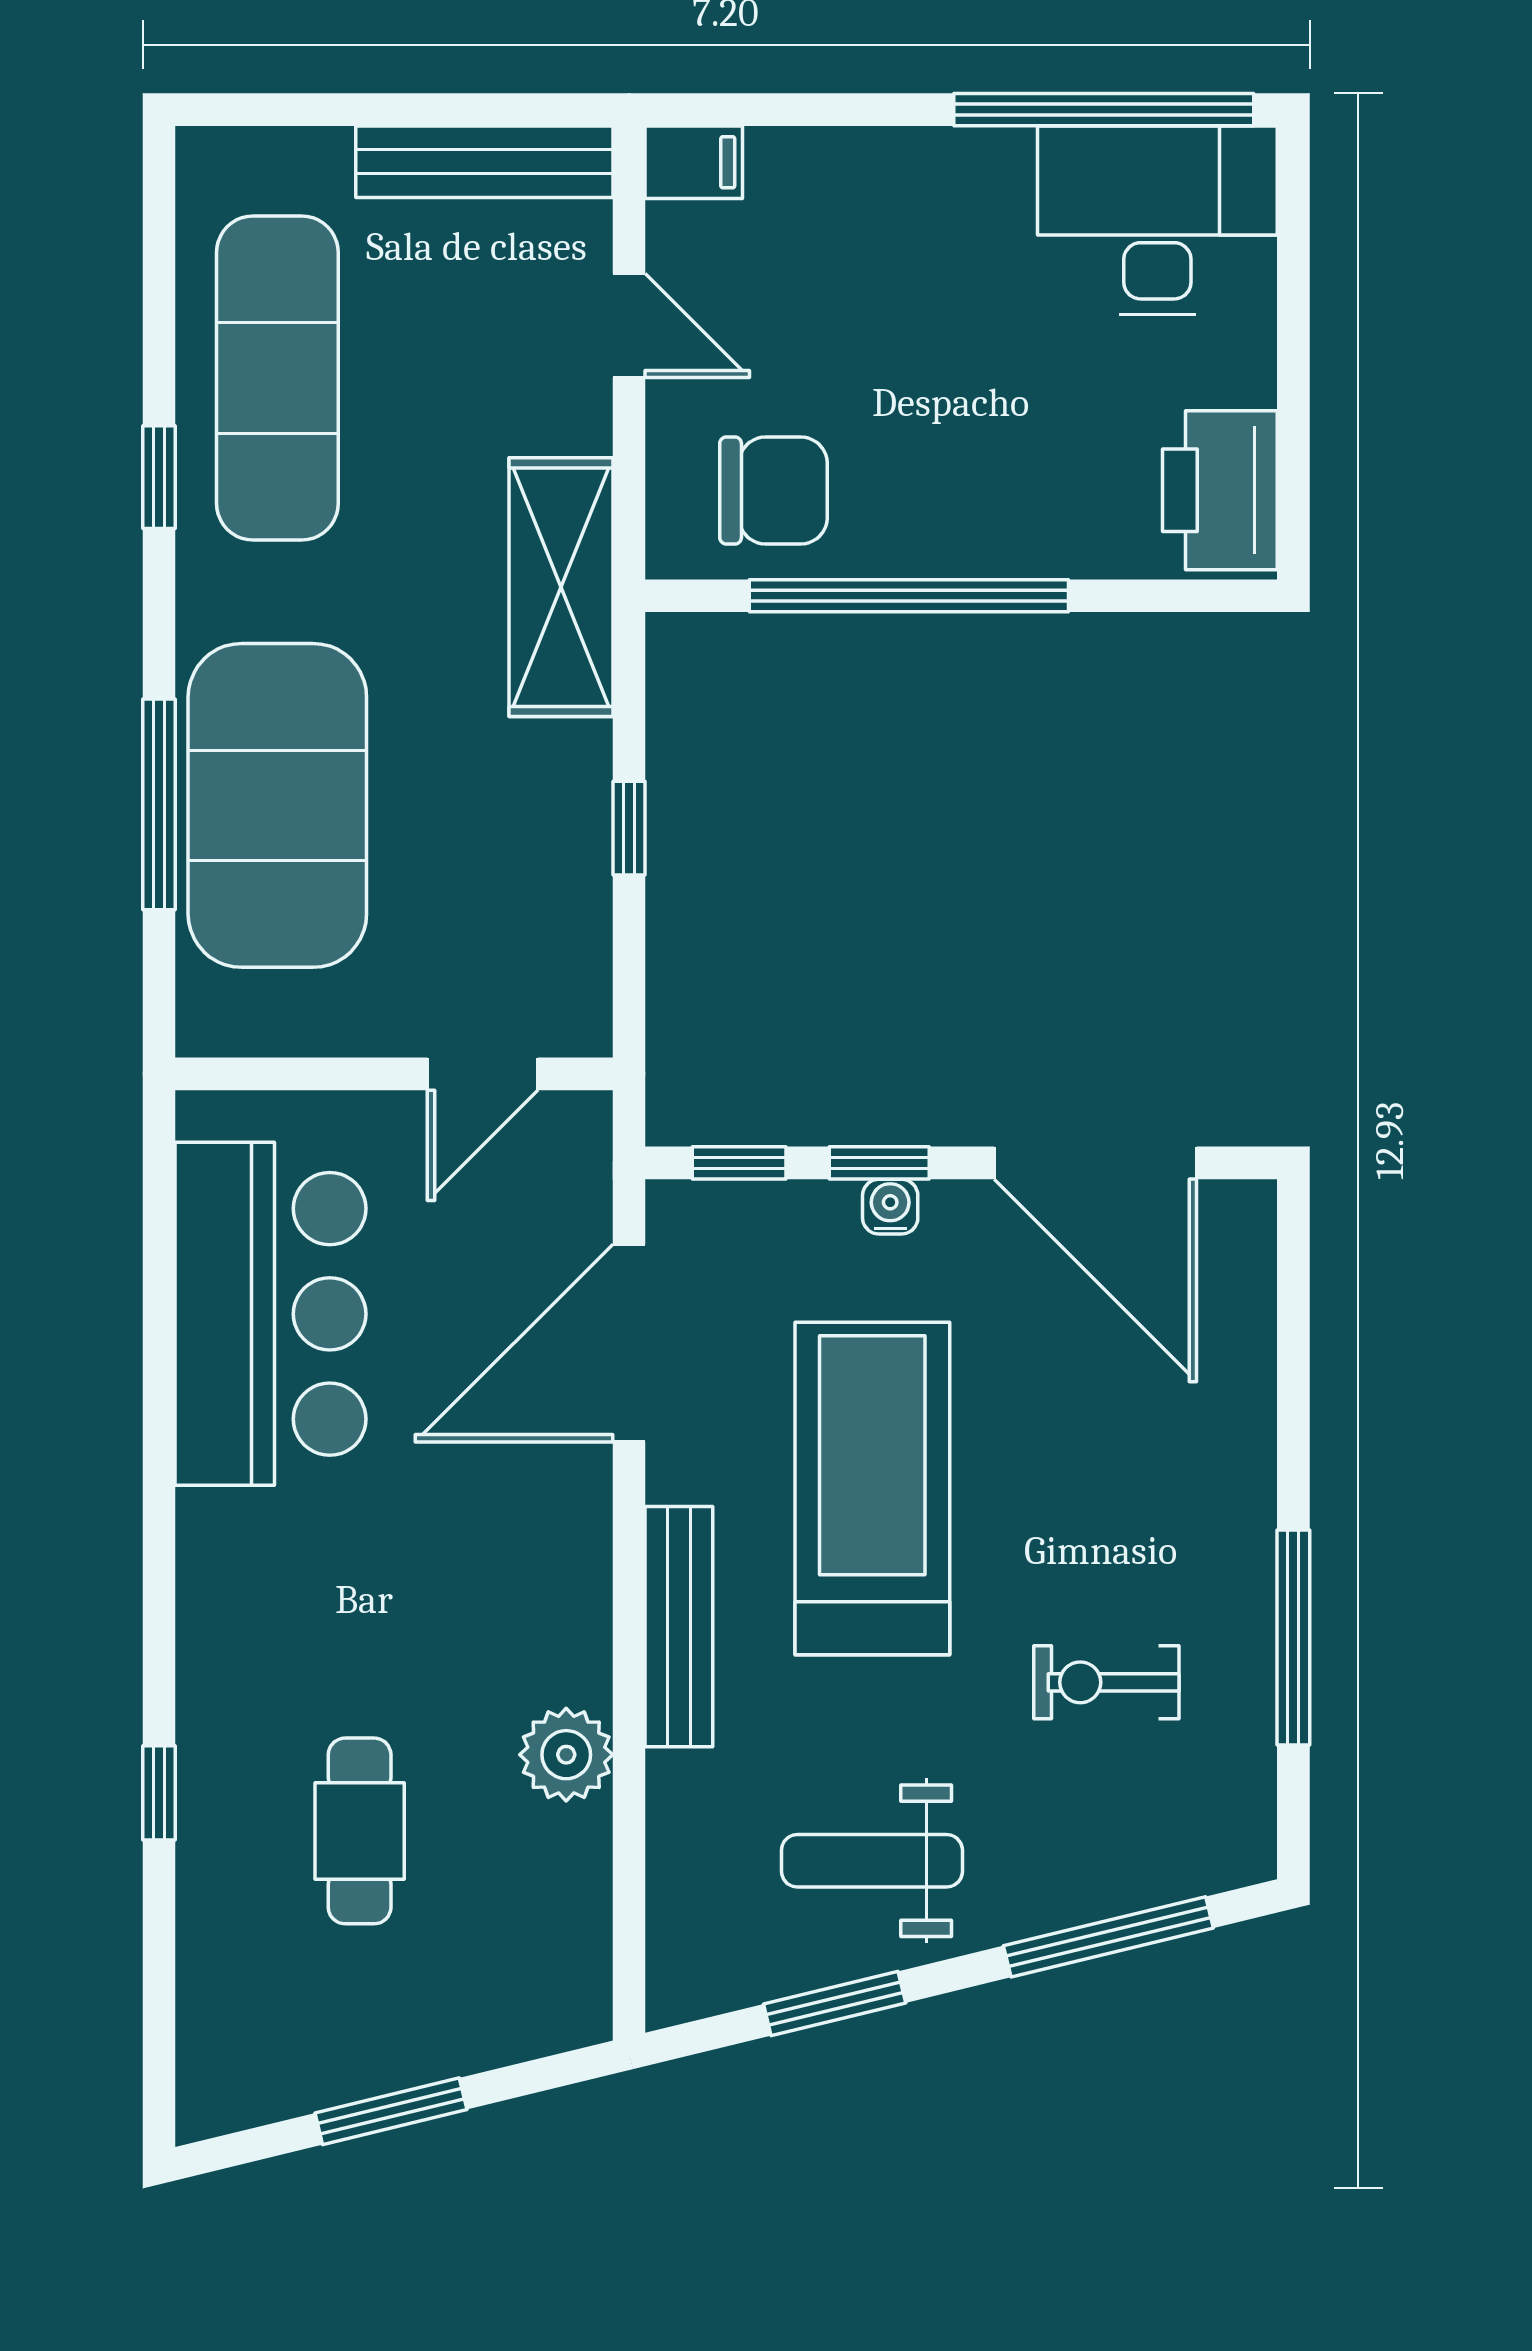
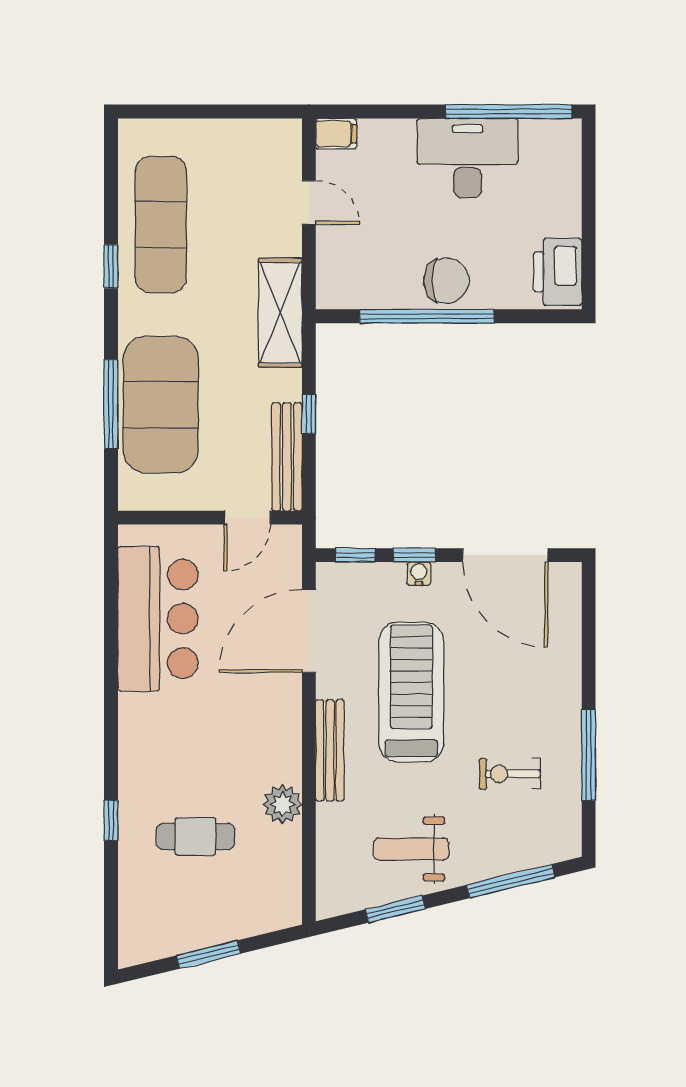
bench: (484, 162) -> (287, 457), moved, turned 90
desk: (1157, 220) -> (468, 158), moved
chair: (773, 491) -> (446, 281), moved
cafe table: (360, 1831) -> (195, 836), turned 90

